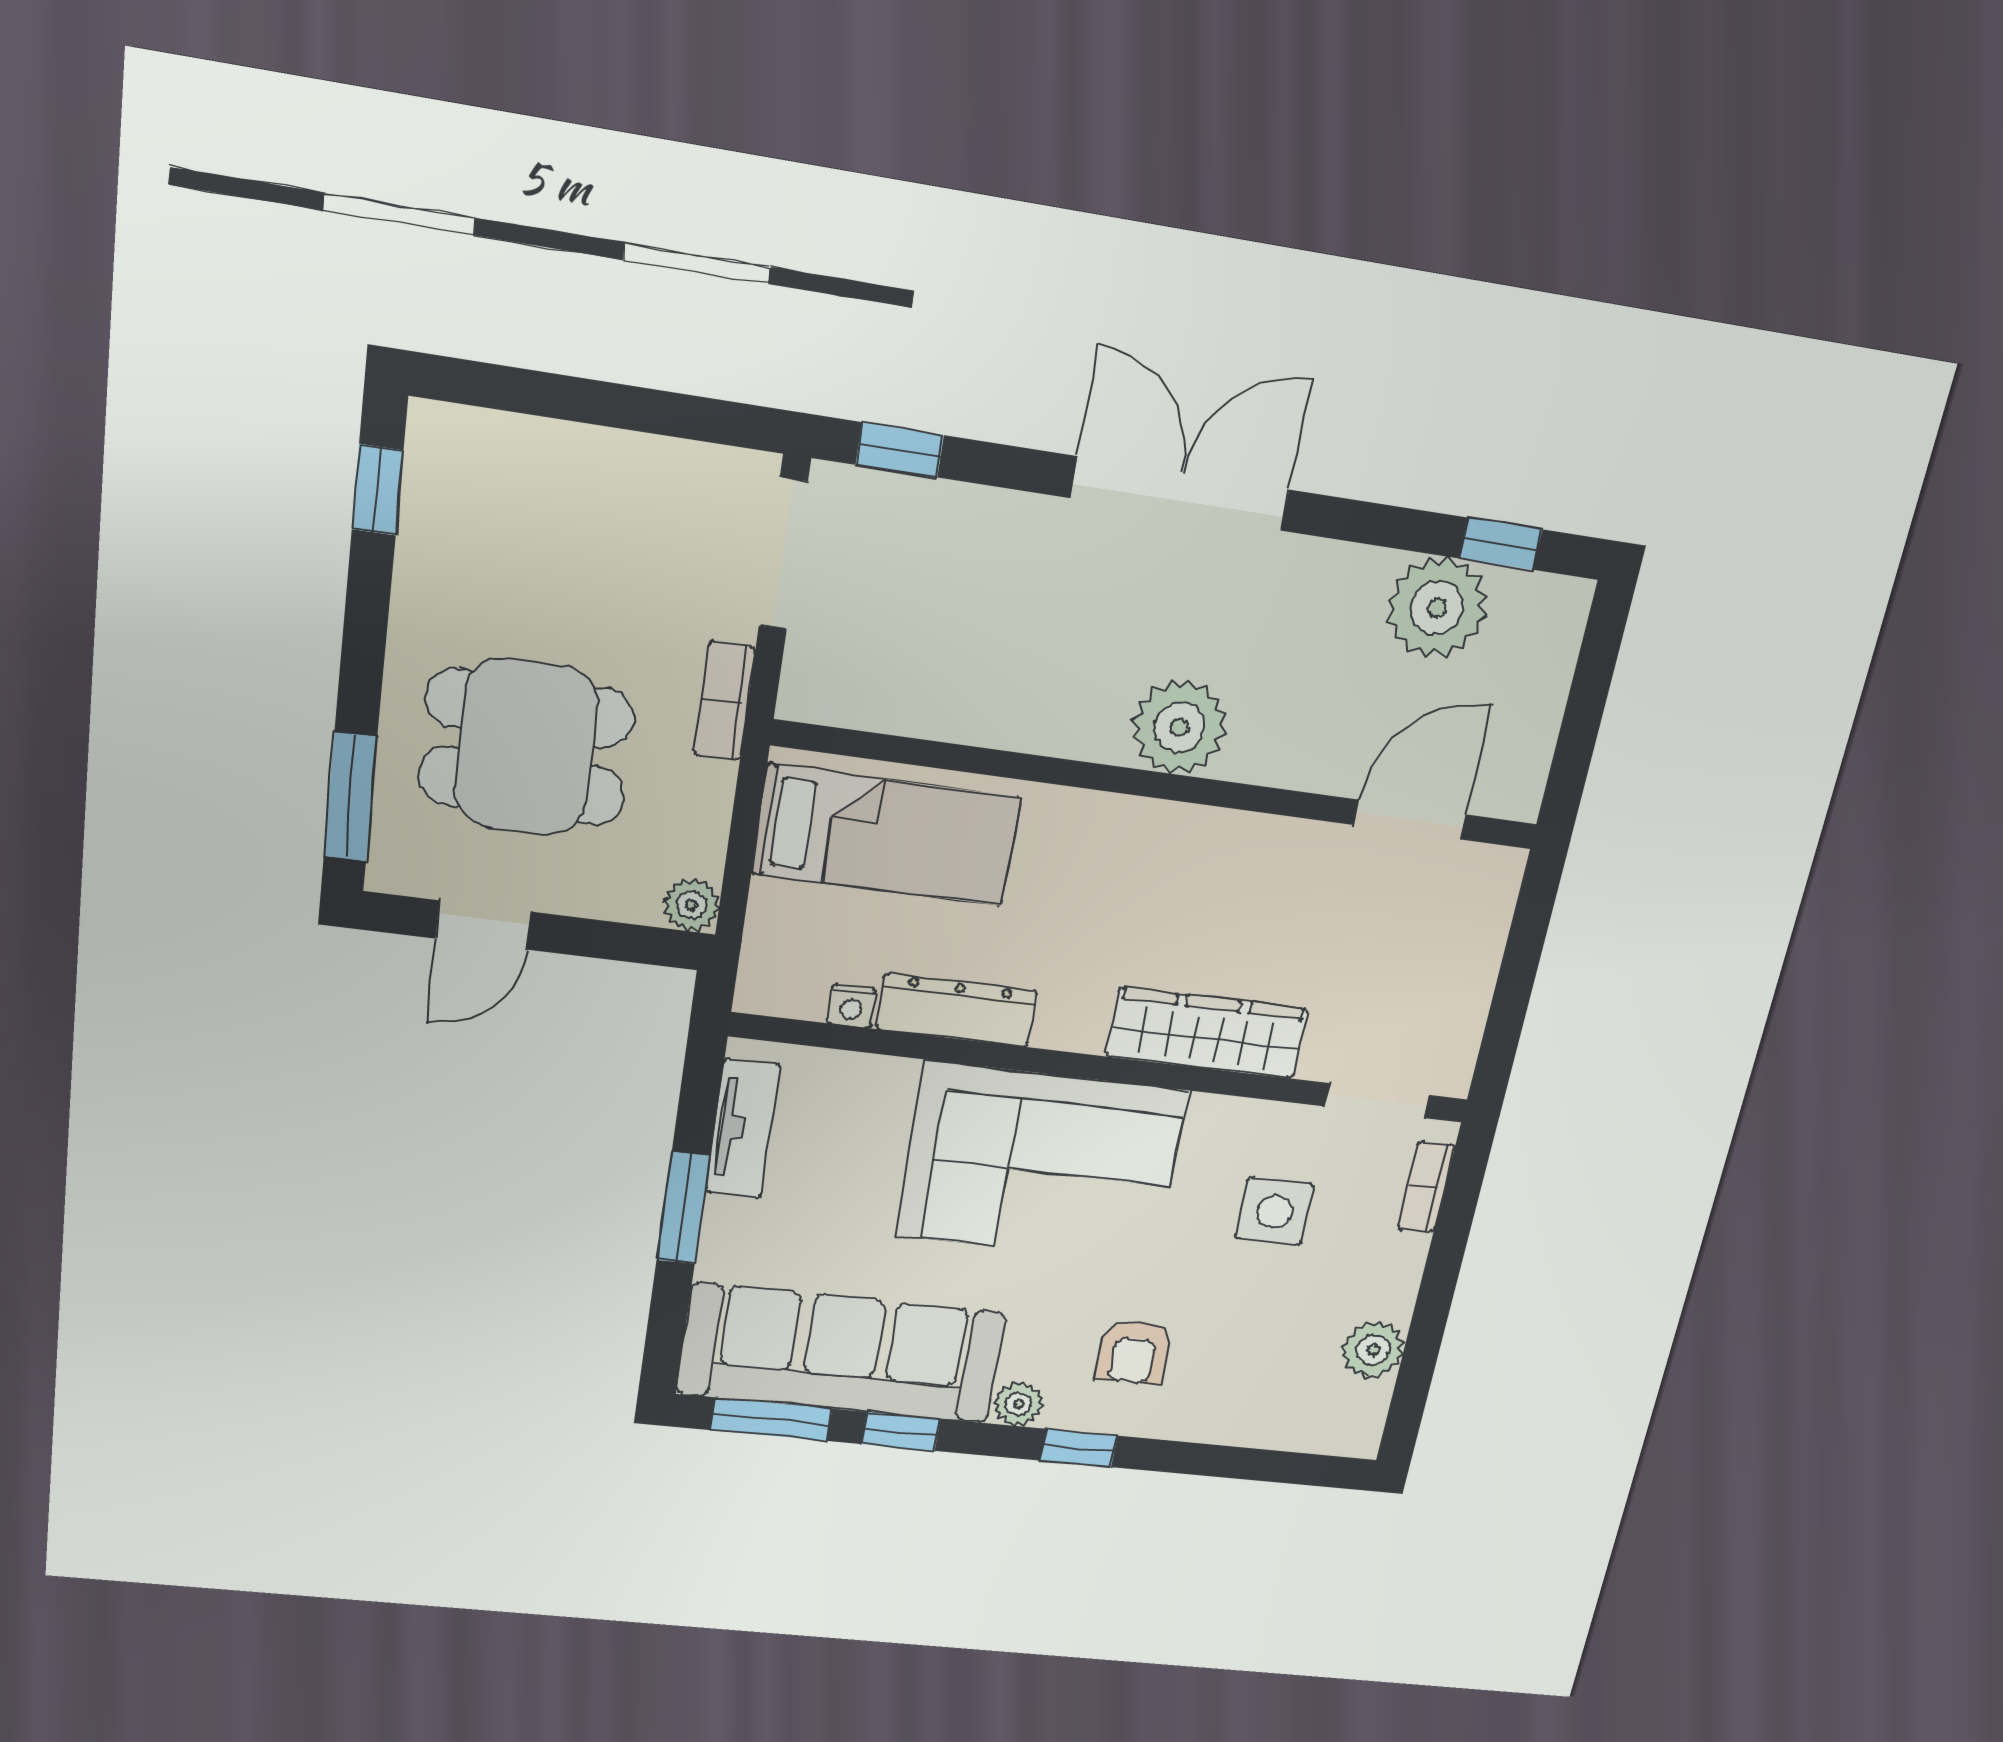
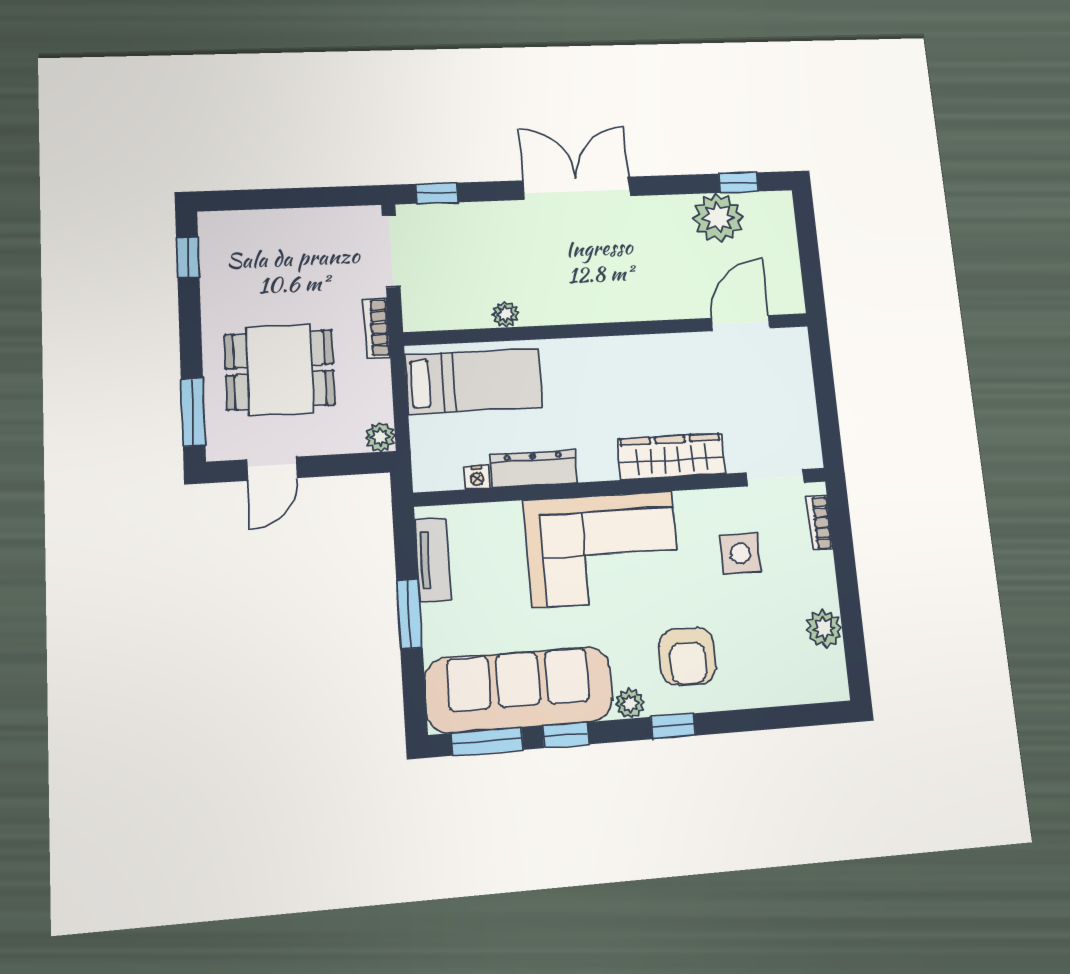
plant: (1180, 727) -> (505, 314), moved, width x0.53, depth x0.53
armchair: (1134, 1352) -> (687, 656), width x1.38, depth x1.38

